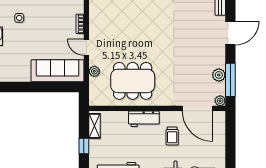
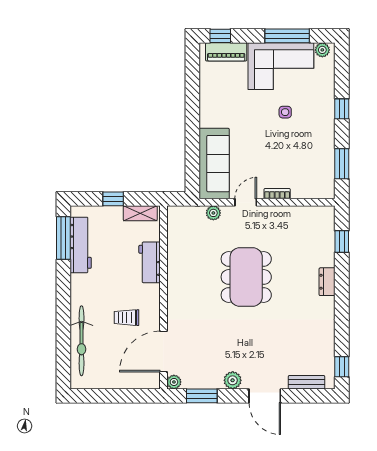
plant: (219, 75) -> (233, 380), moved
window: (230, 80) -> (202, 396), width x0.69
dining table: (133, 81) -> (246, 277), moved
workbench: (144, 119) -> (150, 262), moved

